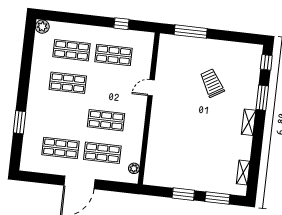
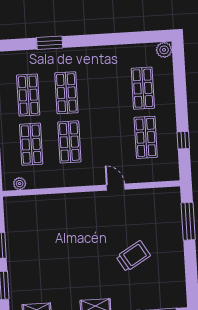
shop shelf: (68, 83) -> (66, 93), moved

